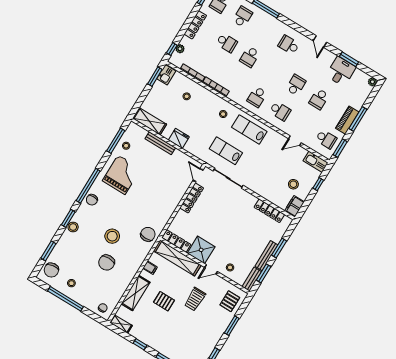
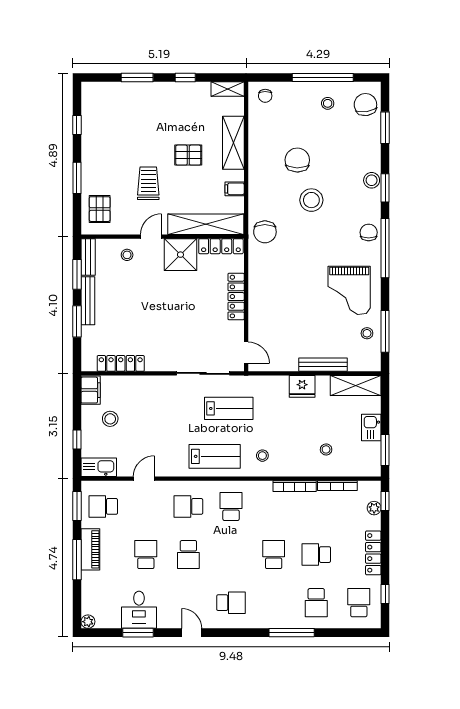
kitchen sink: (166, 75) -> (371, 427), moved
locker: (192, 198) -> (236, 297), moved

